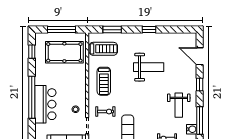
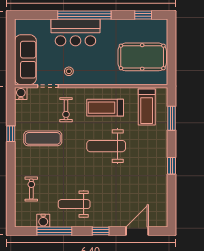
window: (62, 30) -> (171, 53), removed
pool table: (64, 52) -> (142, 57), turned 90
weight bench: (149, 67) -> (106, 146), moved, turned 90

